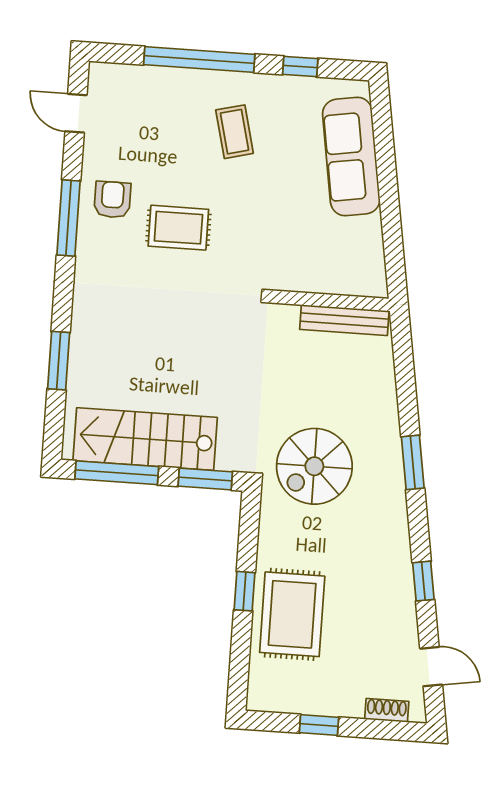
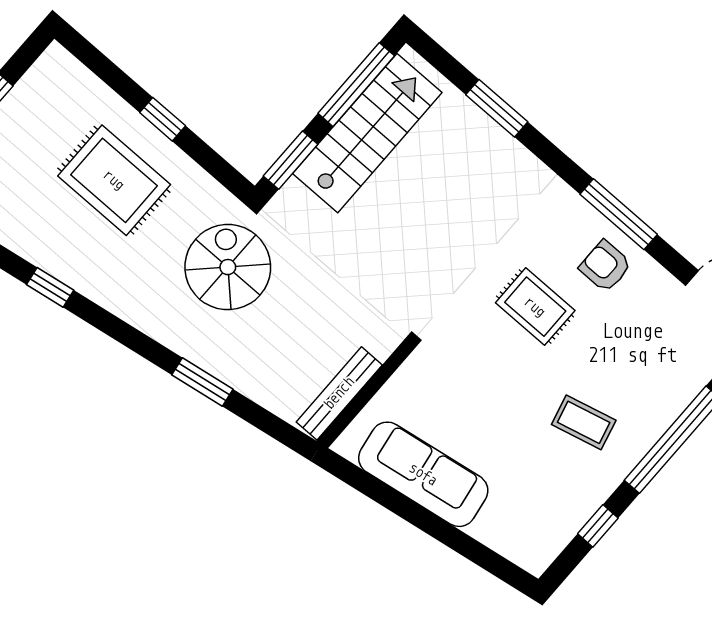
sofa: (351, 156) -> (423, 474), moved
armchair: (112, 200) -> (605, 266), turned 180
rug: (178, 228) -> (535, 307), turned 90
window: (413, 462) -> (202, 382), moved
rug: (292, 614) -> (114, 180), moved

